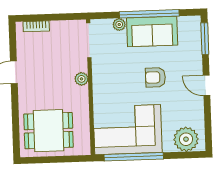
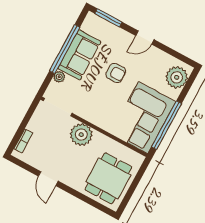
armchair: (155, 77) -> (116, 73), turned -90
plant: (81, 79) -> (81, 135), width x1.88, depth x1.88

